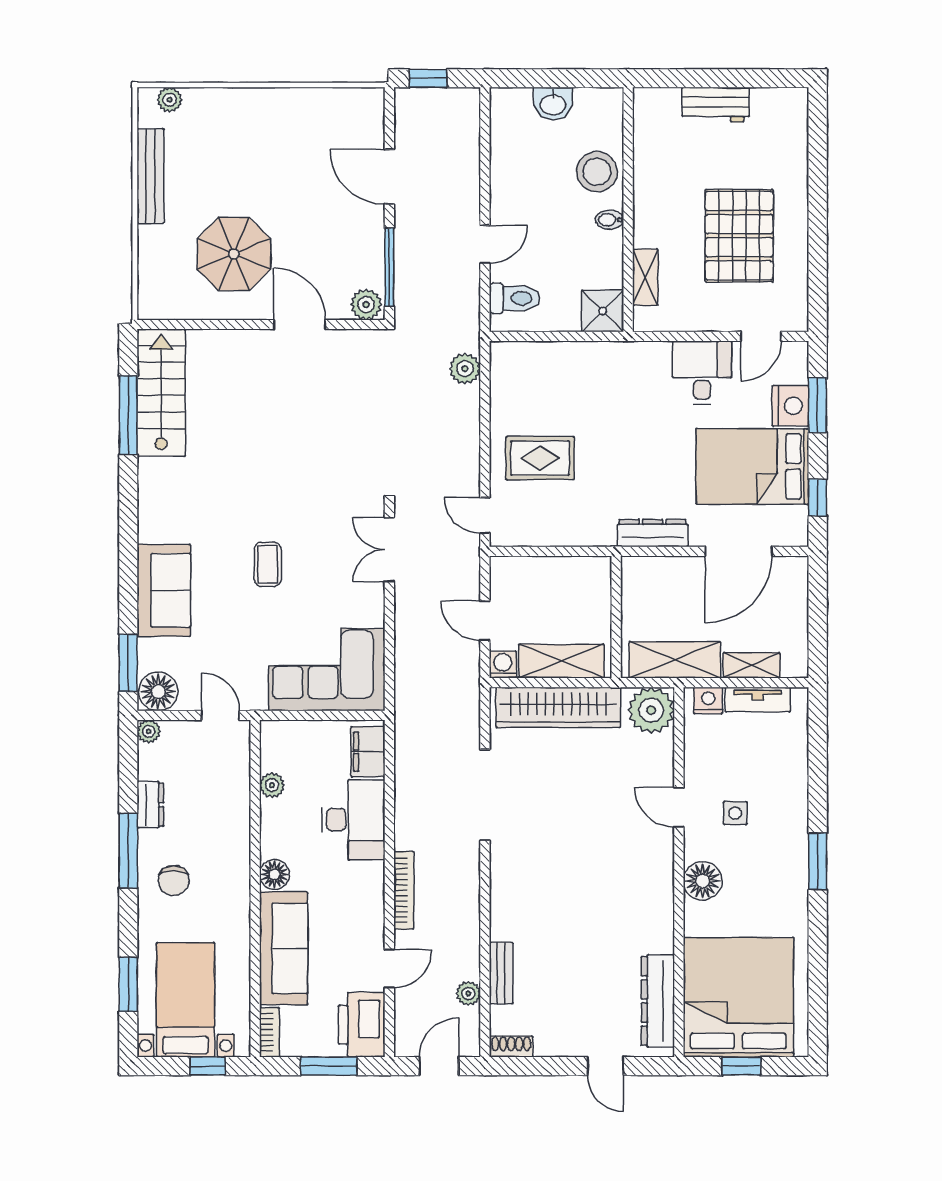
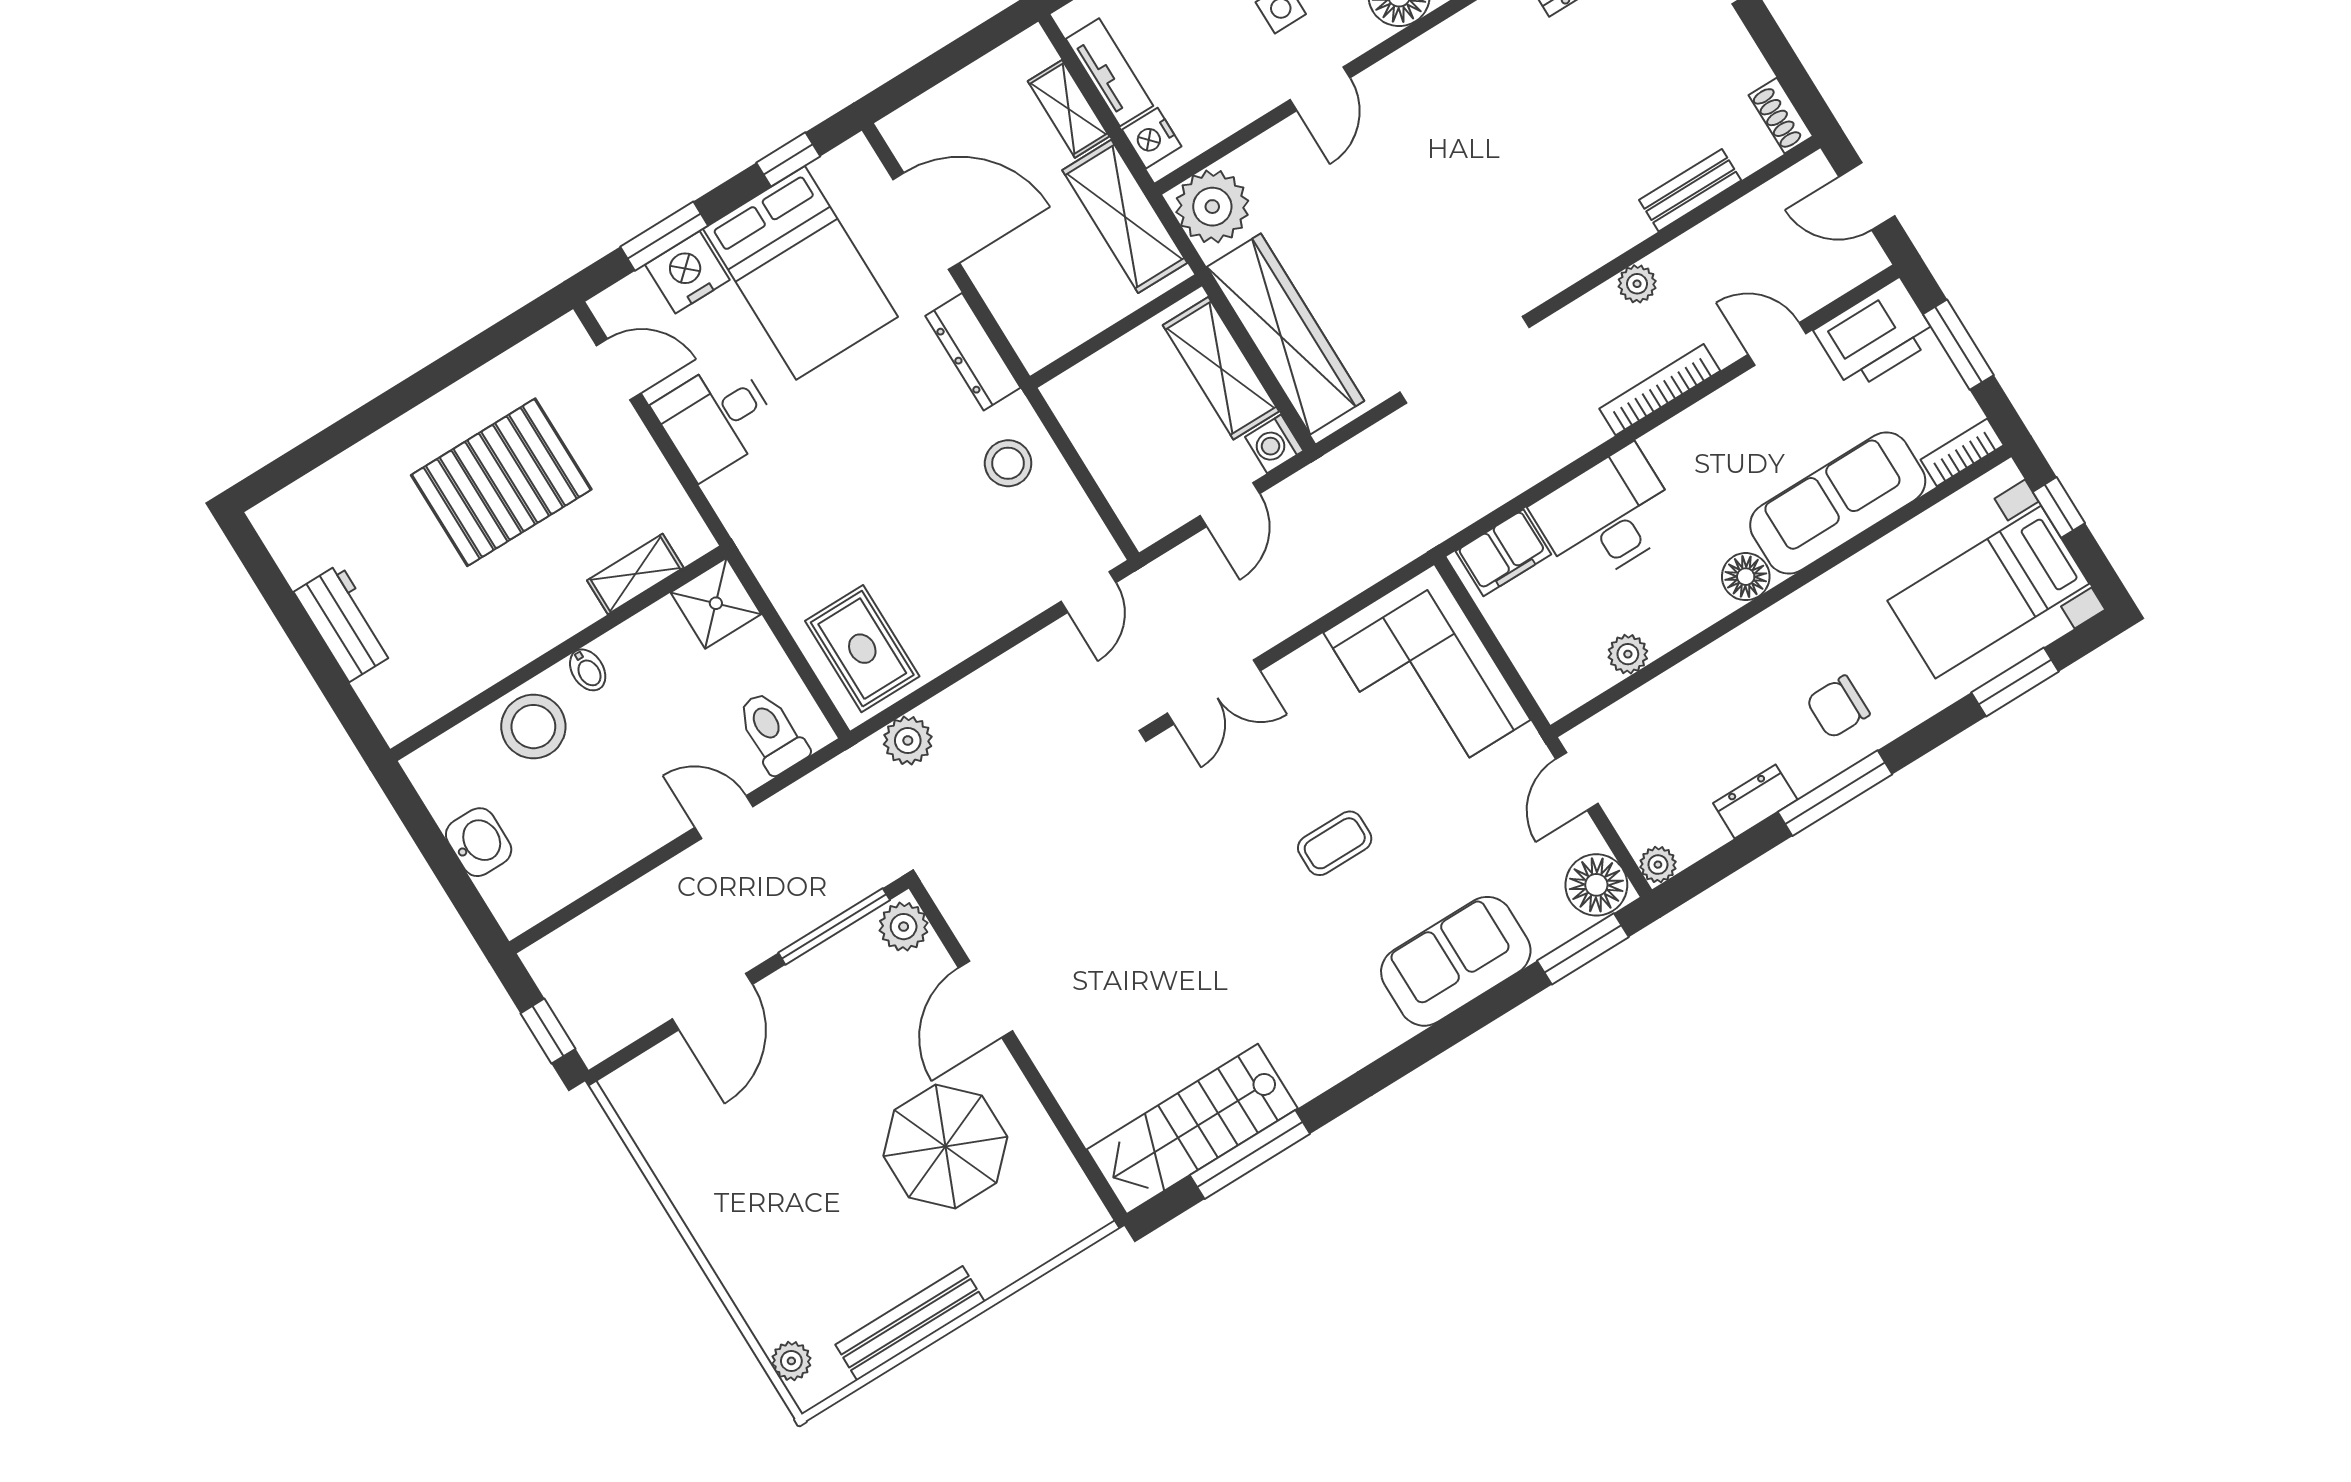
rug: (540, 458) -> (862, 649), moved
stool: (581, 515) -> (1008, 463), added
chair: (174, 881) -> (1838, 707), turned 180
plant: (468, 993) -> (1637, 284), moved

